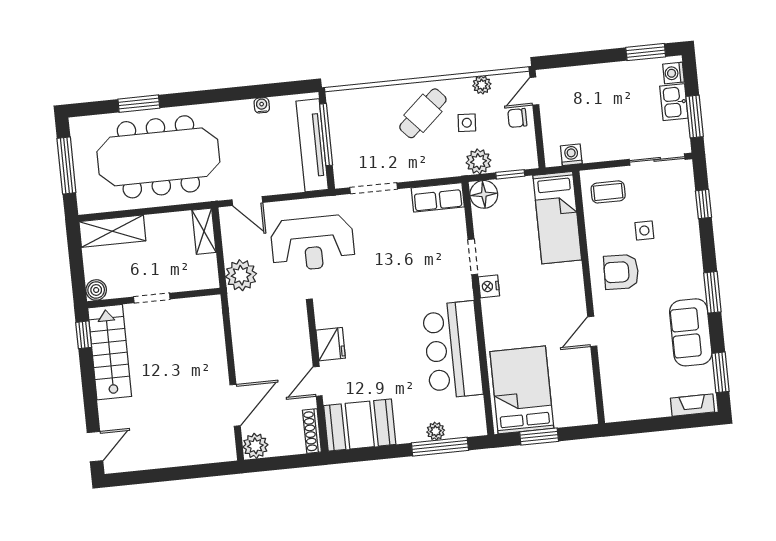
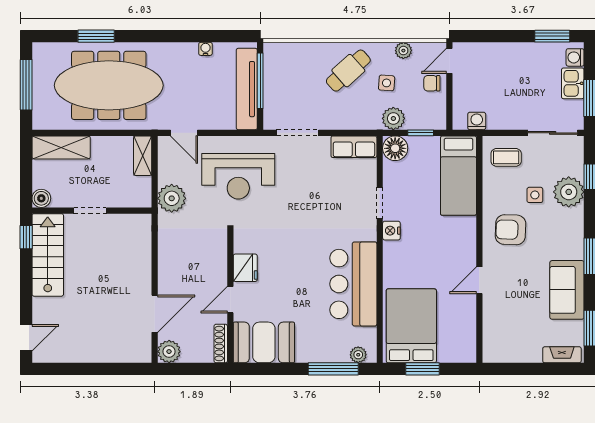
plant: (682, 223) -> (569, 192), added
plant: (436, 431) -> (358, 355), moved

